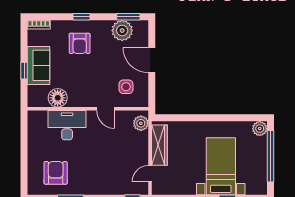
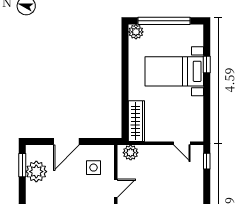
wardrobe: (159, 145) -> (136, 121), moved, turned 90

